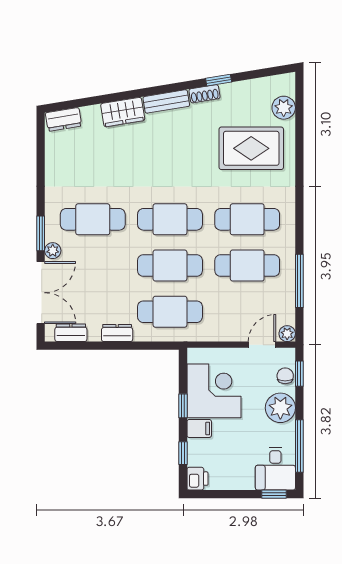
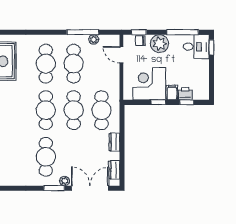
plant: (287, 334) -> (94, 39), moved
printer: (197, 479) -> (185, 94), moved

